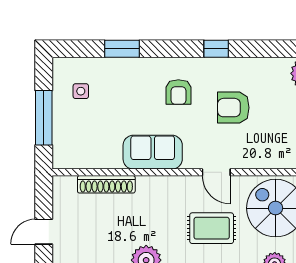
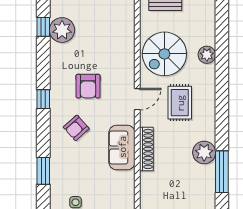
armchair: (178, 92) -> (76, 128), turned 138
shoe rack: (106, 184) -> (146, 149), moved

